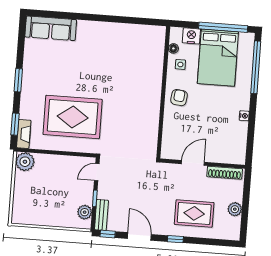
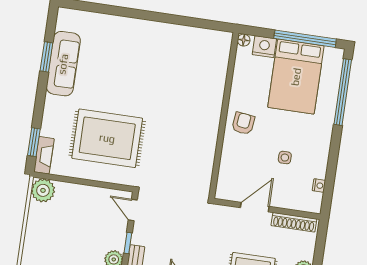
sofa: (51, 28) -> (63, 64), moved, turned -90
floor lamp: (173, 48) -> (244, 40), moved
side table: (180, 64) -> (285, 158), moved
window: (18, 80) -> (46, 57), moved
nightstand: (244, 116) -> (319, 185), moved
door: (97, 172) -> (133, 210), hinge flipped

